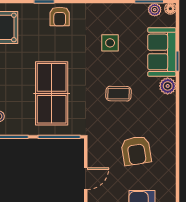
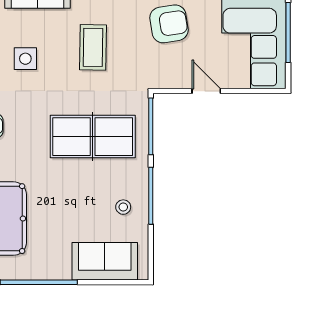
coffee table: (119, 94) -> (93, 47), width x1.36, depth x1.30

